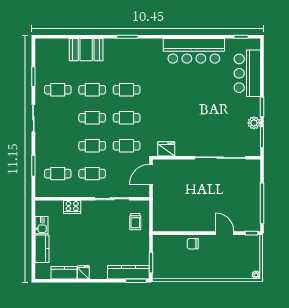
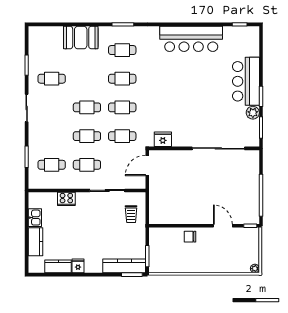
bar counter: (247, 73) -> (246, 81), moved
cafe table: (92, 90) -> (122, 50), moved

